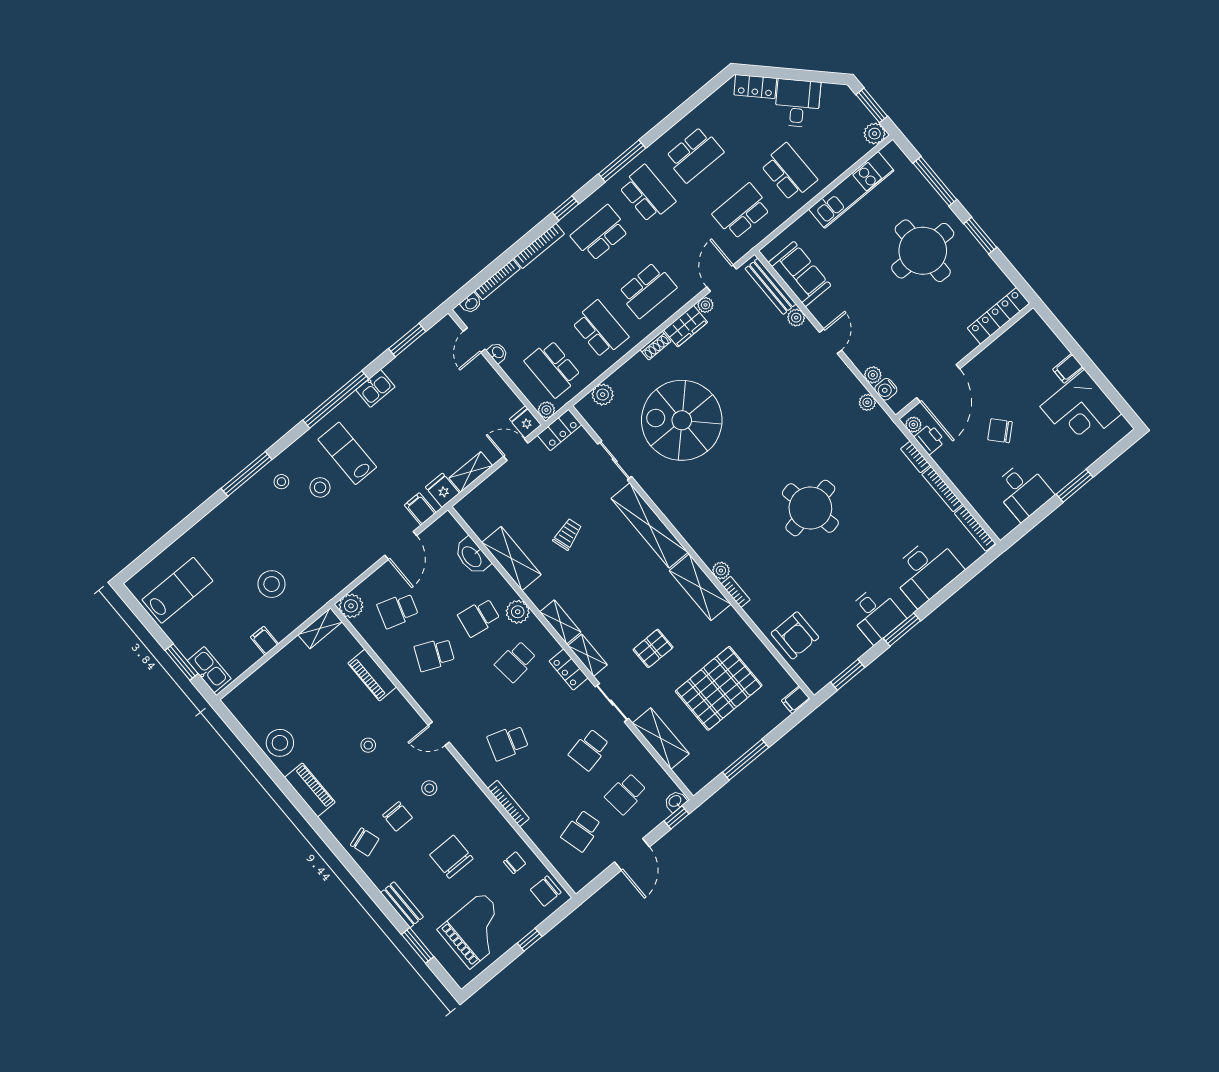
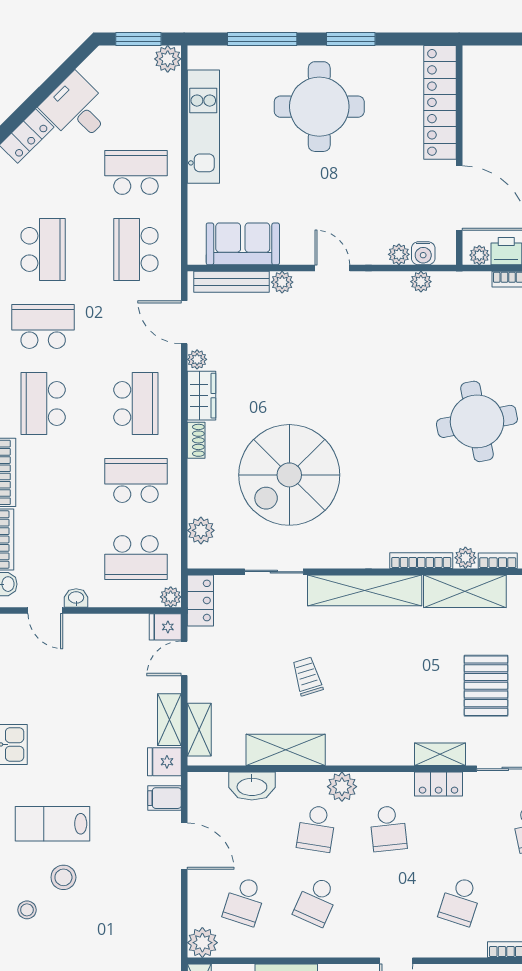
locker: (999, 316) -> (440, 102), width x1.41, depth x1.21
bookcase: (697, 545) -> (421, 561), added
shelving: (560, 622) -> (199, 730), moved, turned 90
pallet: (653, 648) -> (486, 686), width x1.50, depth x1.42

